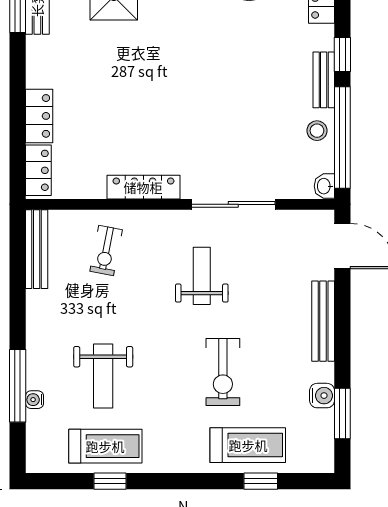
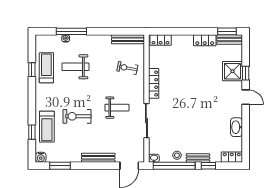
locker: (39, 116) -> (205, 40), moved
water cooler: (322, 396) -> (41, 157), moved
treadmill: (105, 446) -> (46, 68), turned 180

